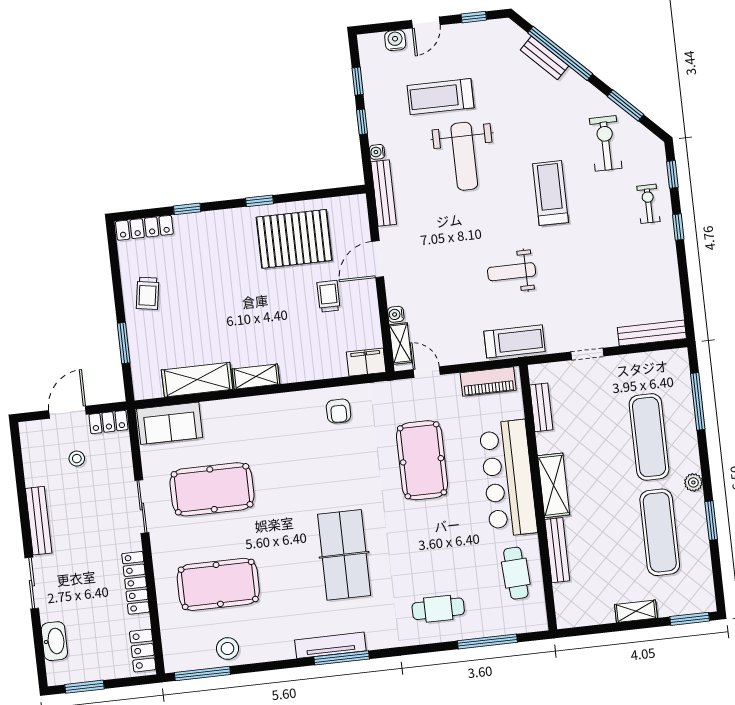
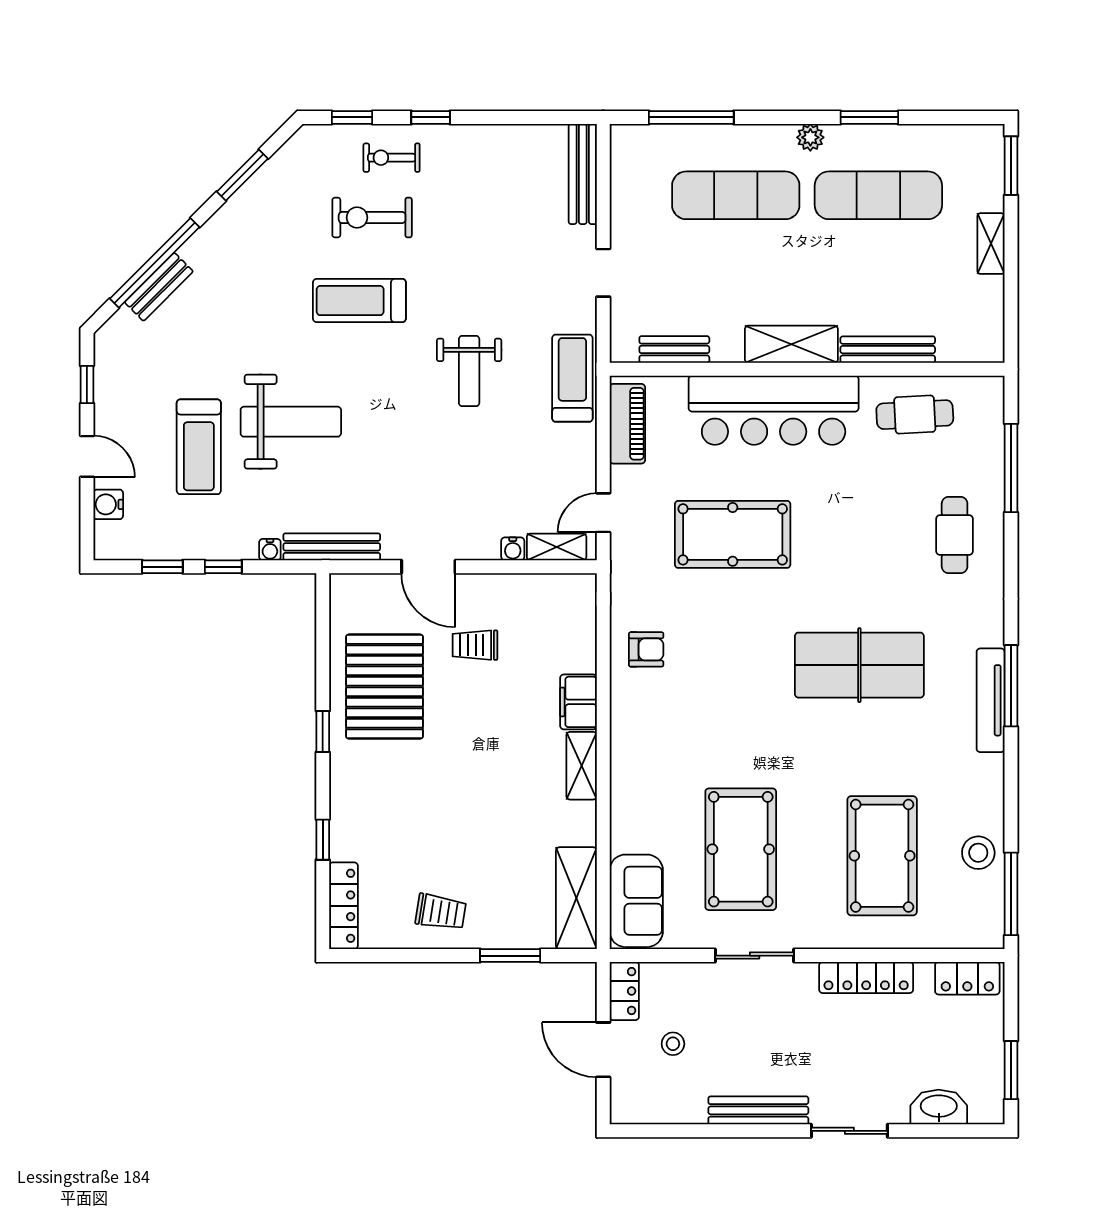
exercise bike: (606, 143) -> (372, 218), moved
filing cabinet: (366, 362) -> (578, 702), moved
shelving: (197, 380) -> (576, 898), moved

